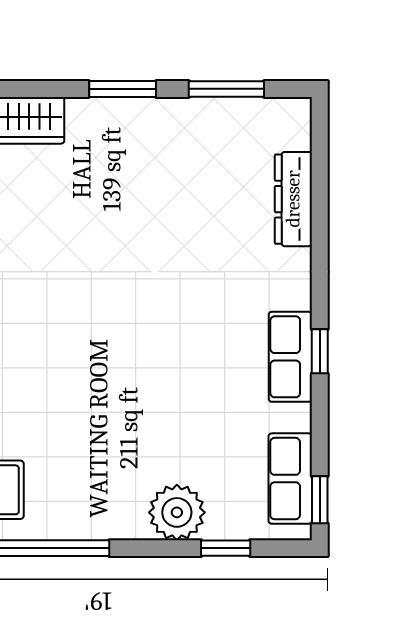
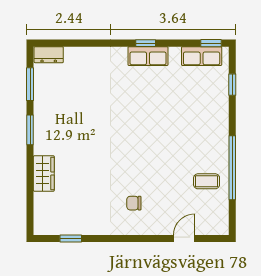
dresser: (293, 199) -> (49, 55), moved, width x0.70
plant: (177, 512) -> (217, 106), removed

